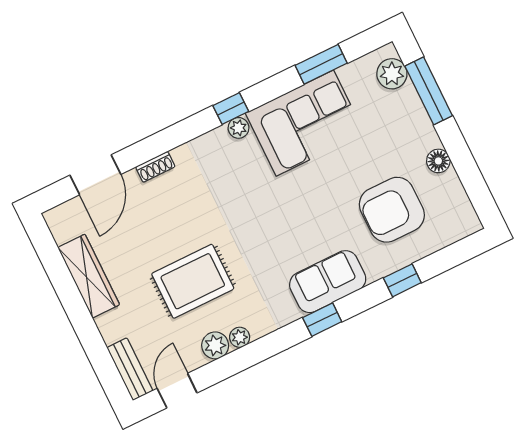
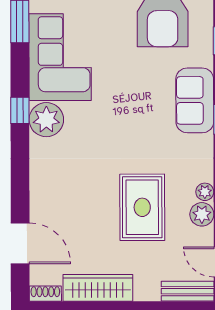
plant: (238, 128) -> (46, 120), width x1.88, depth x1.88
shoe rack: (155, 167) -> (45, 294), moved, turned -90

